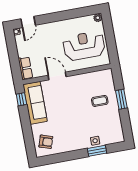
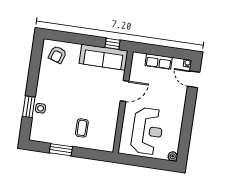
row of seats: (25, 68) -> (159, 61), moved
window: (121, 99) -> (61, 150), moved

